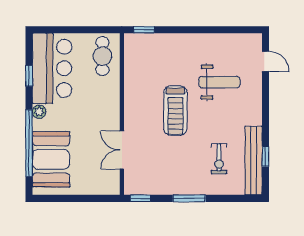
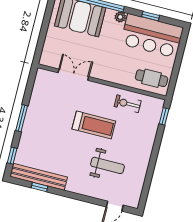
weight bench: (219, 82) -> (107, 165), turned -90
treadmill: (175, 111) -> (94, 125), turned 180
exercise bike: (219, 159) -> (128, 104), moved
window: (140, 198) -> (12, 156), moved

